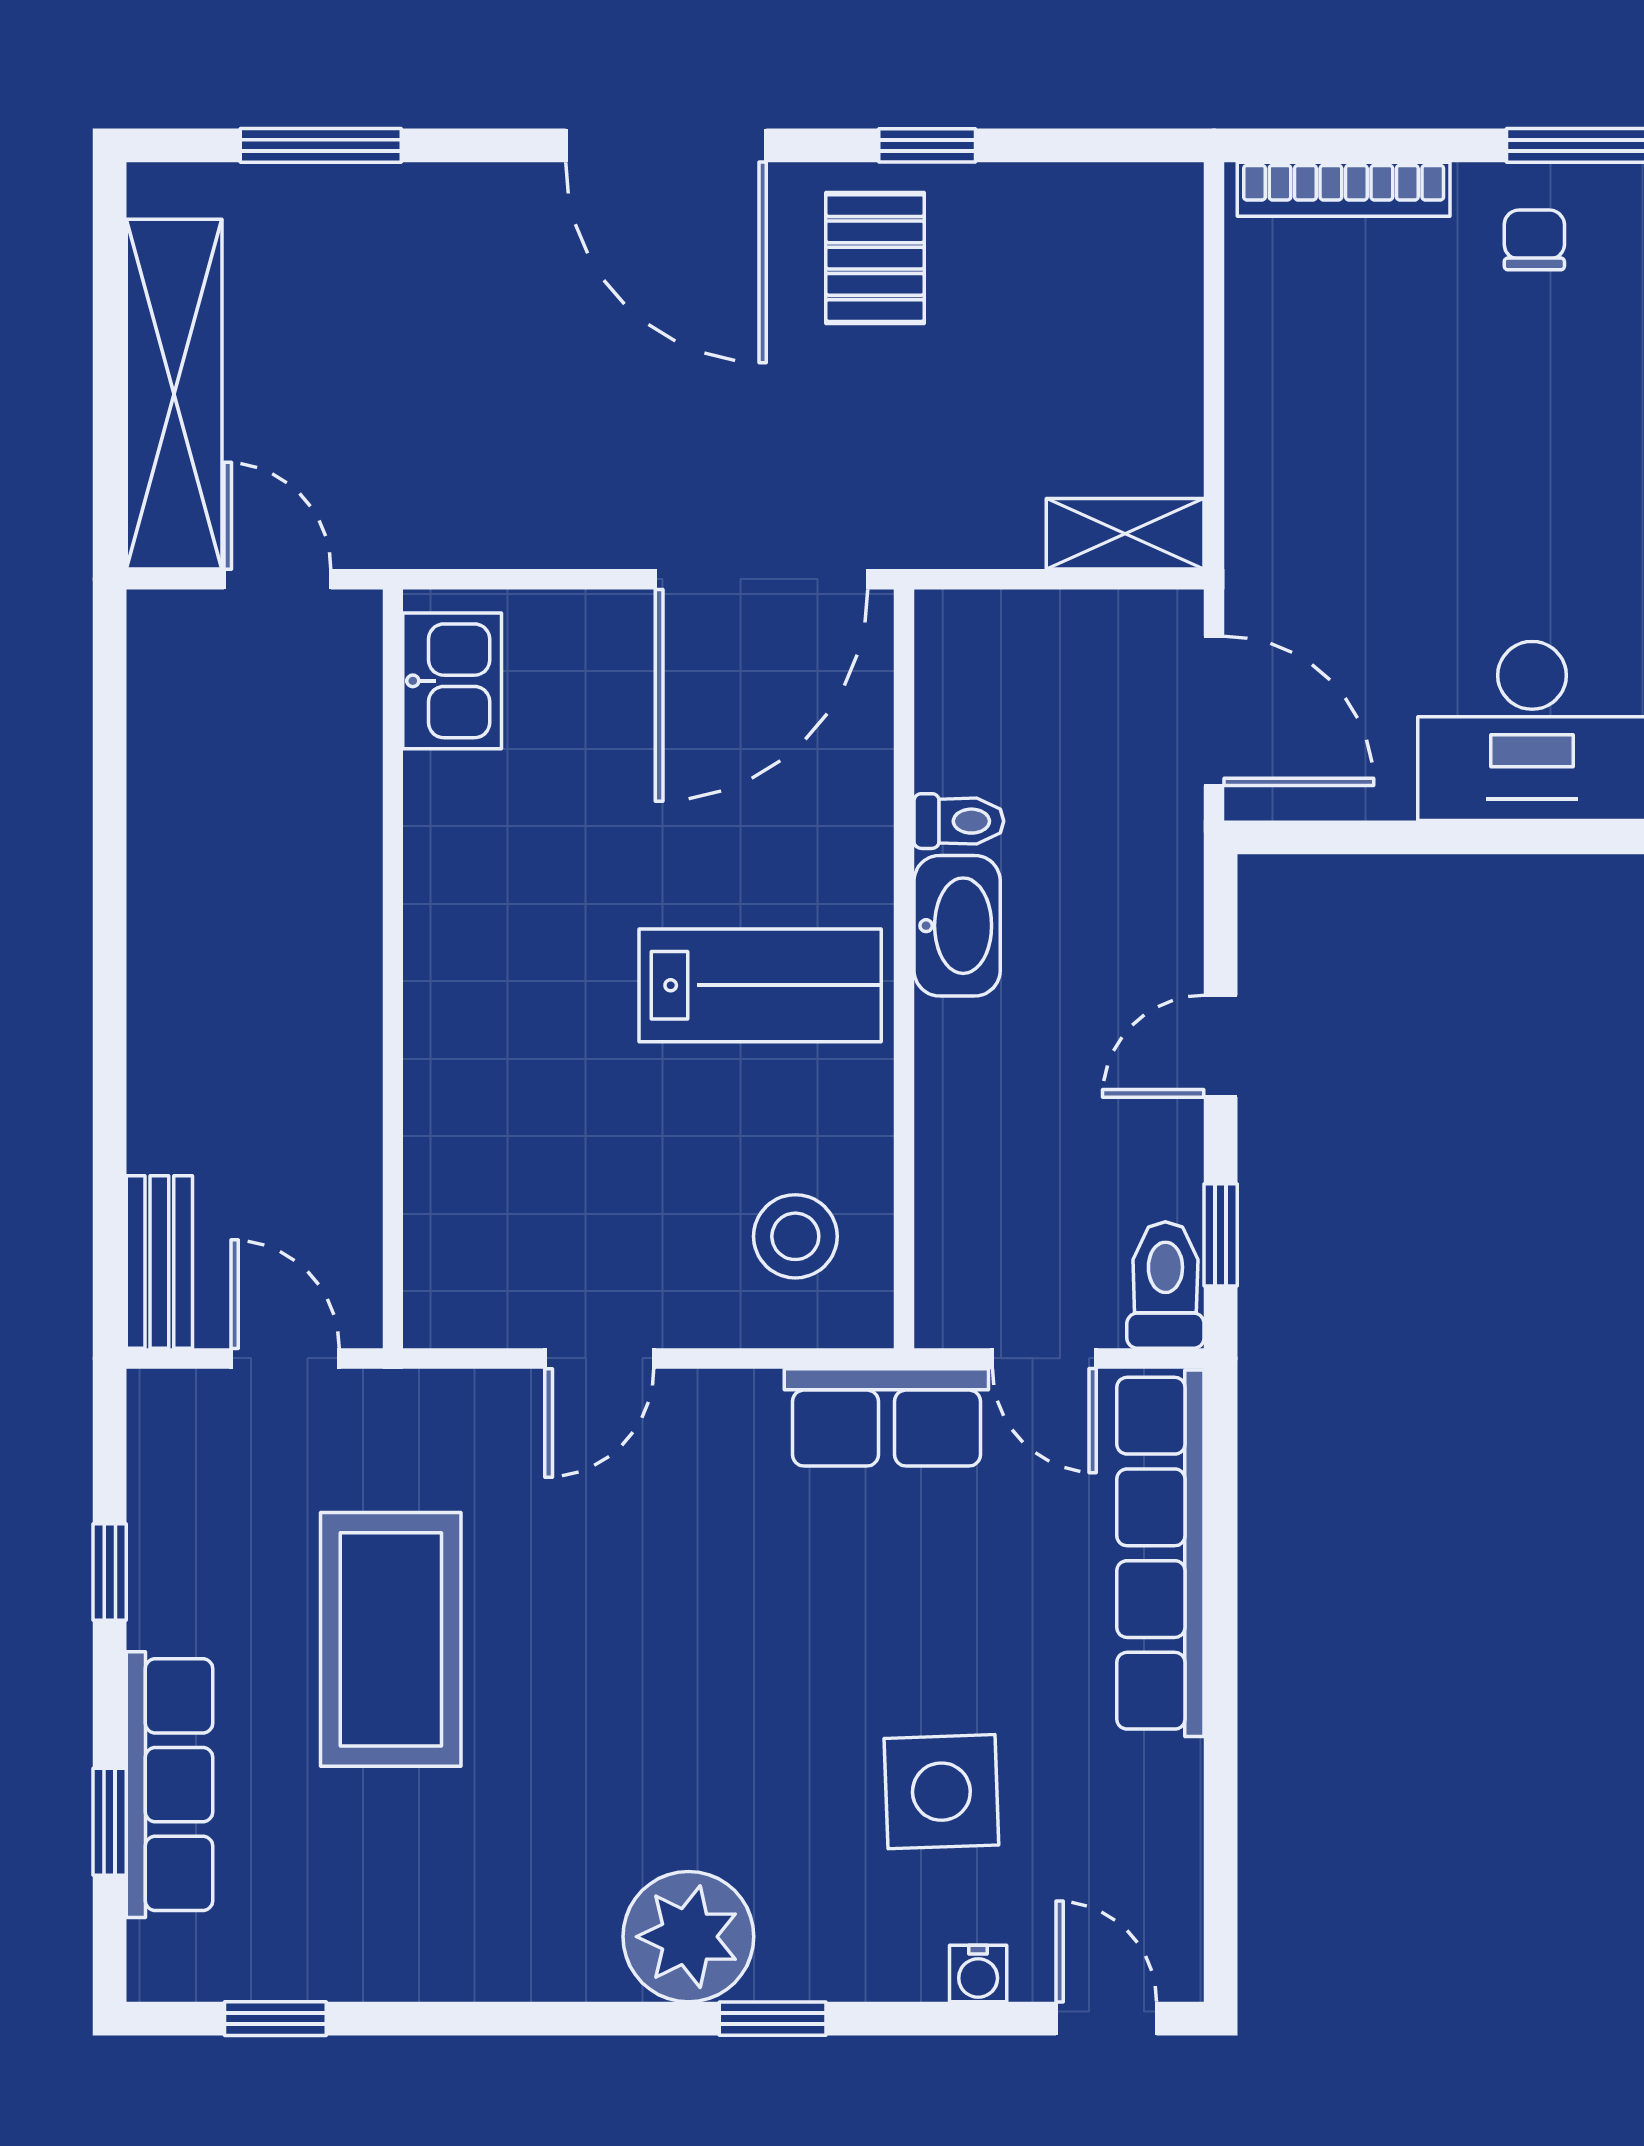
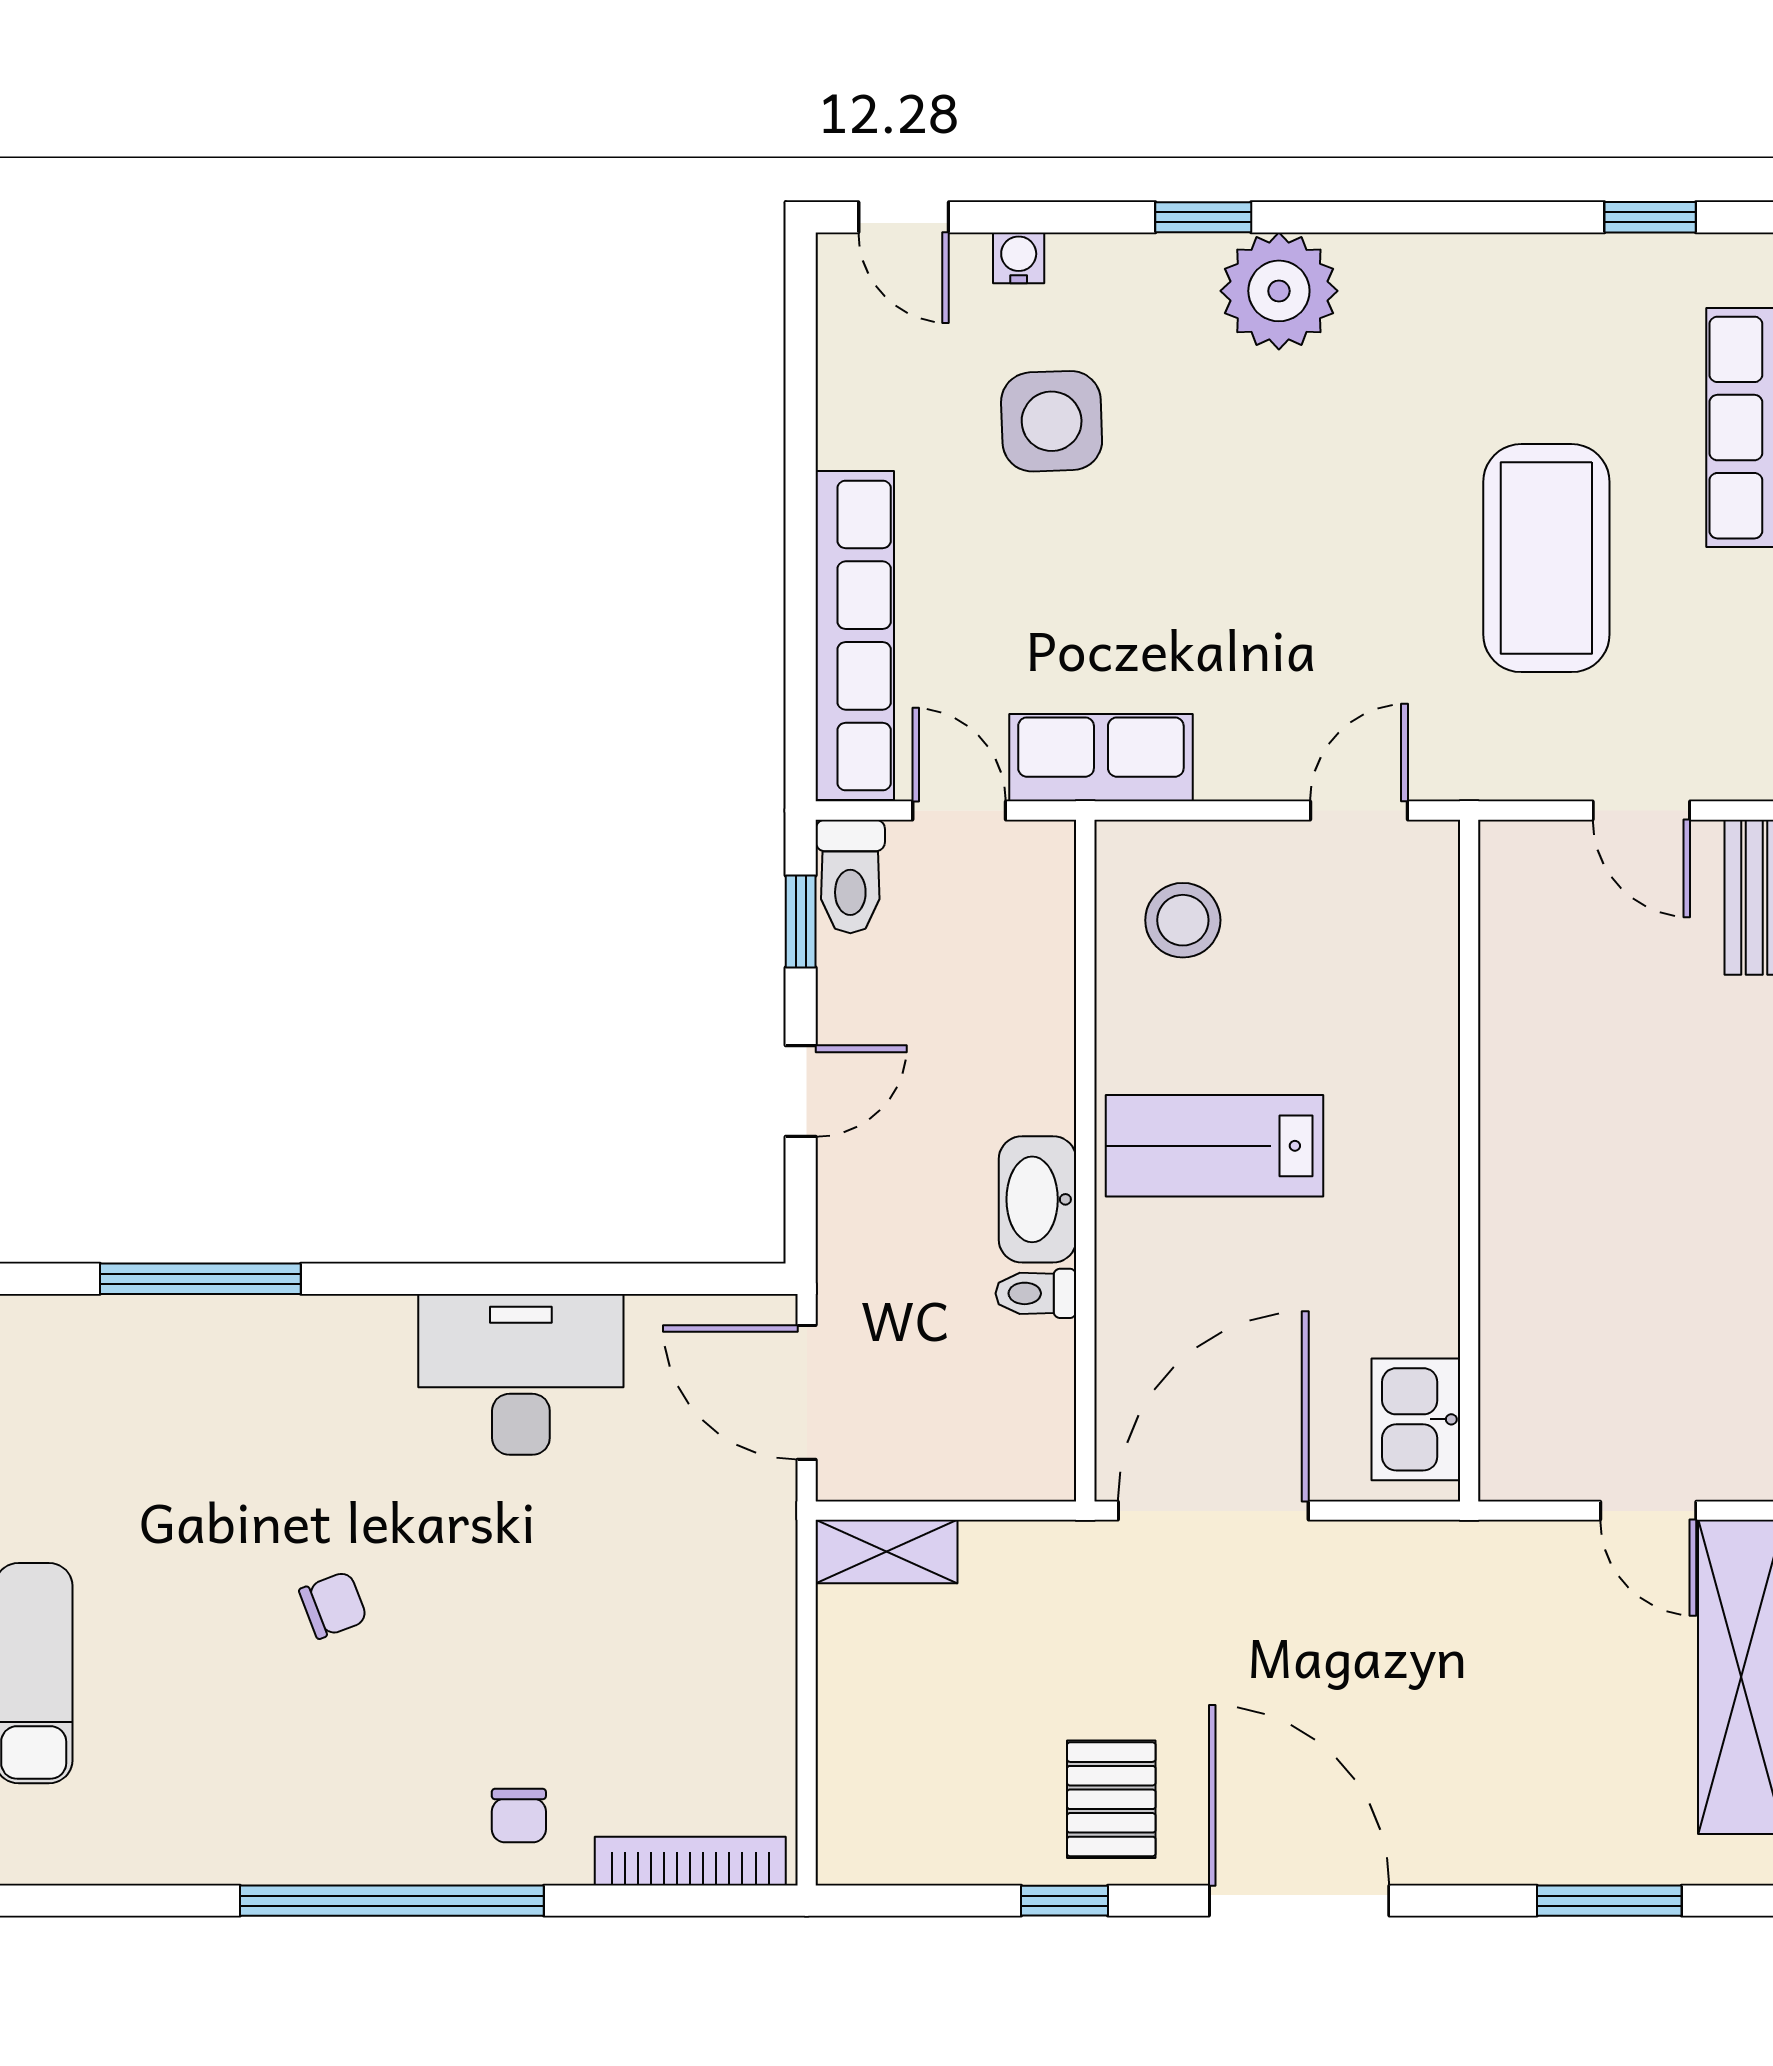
kitchen sink: (452, 681) -> (1416, 1419), moved
wall: (393, 969) -> (1469, 1161), moved

